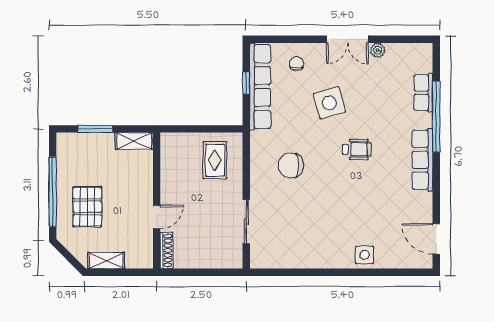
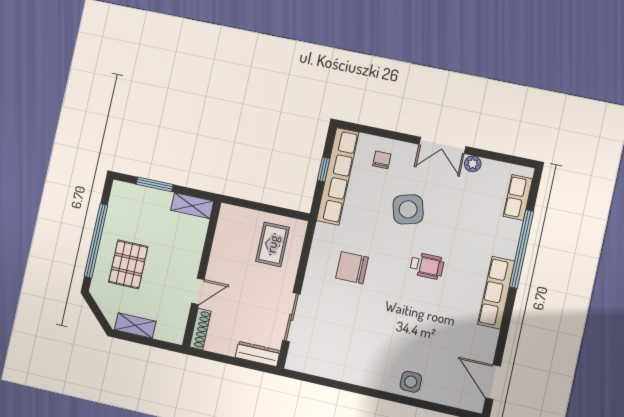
row of seats: (423, 93) -> (518, 197), moved
dresser: (223, 261) -> (258, 354), added

